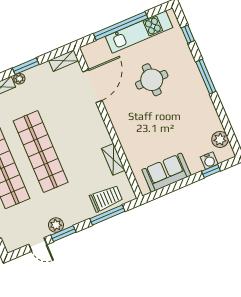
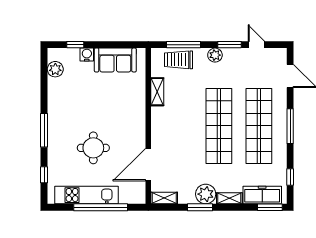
plant: (19, 79) -> (206, 194), width x1.88, depth x1.88
water cooler: (209, 161) -> (87, 55), moved
plant: (56, 225) -> (215, 55), moved

